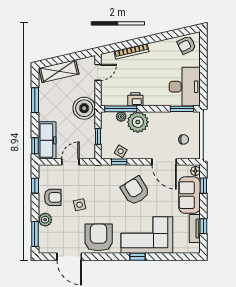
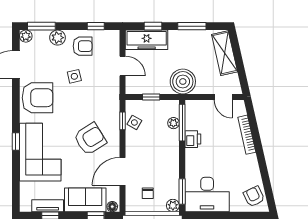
plant: (138, 122) -> (173, 205), moved, width x0.53, depth x0.53
window: (35, 146) -> (153, 26), moved
armchair: (53, 197) -> (83, 46), turned -90
plant: (44, 248) -> (26, 36), added

